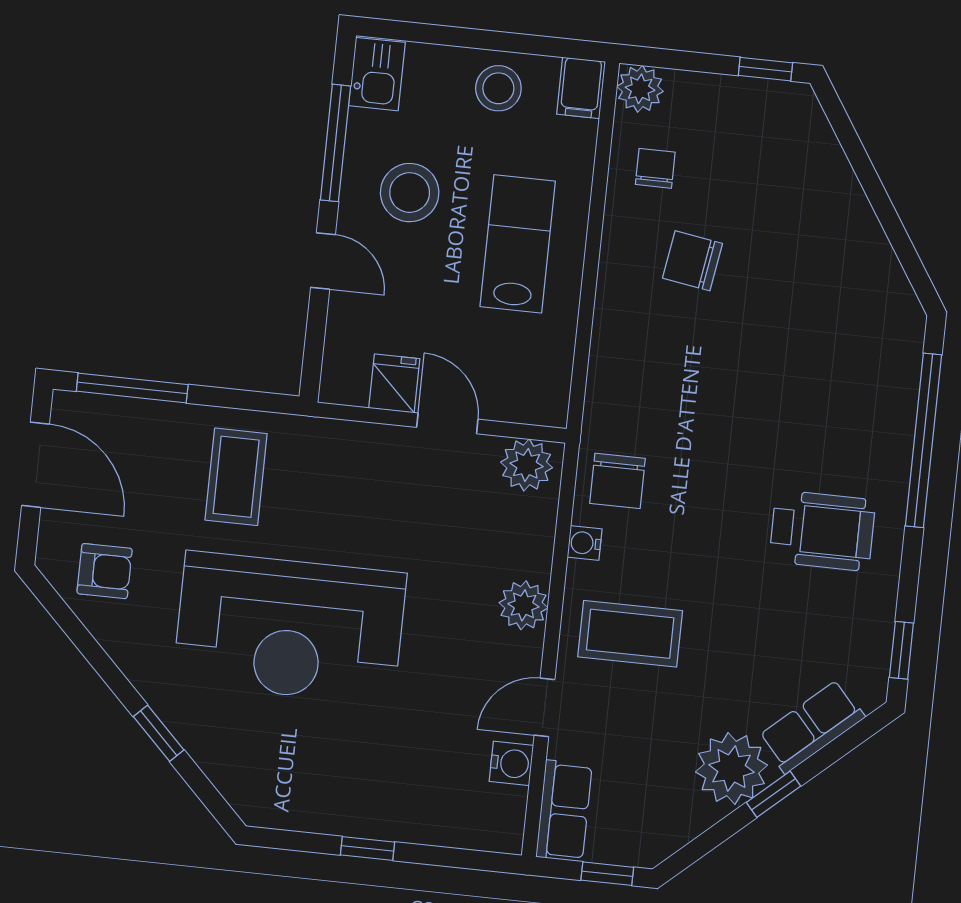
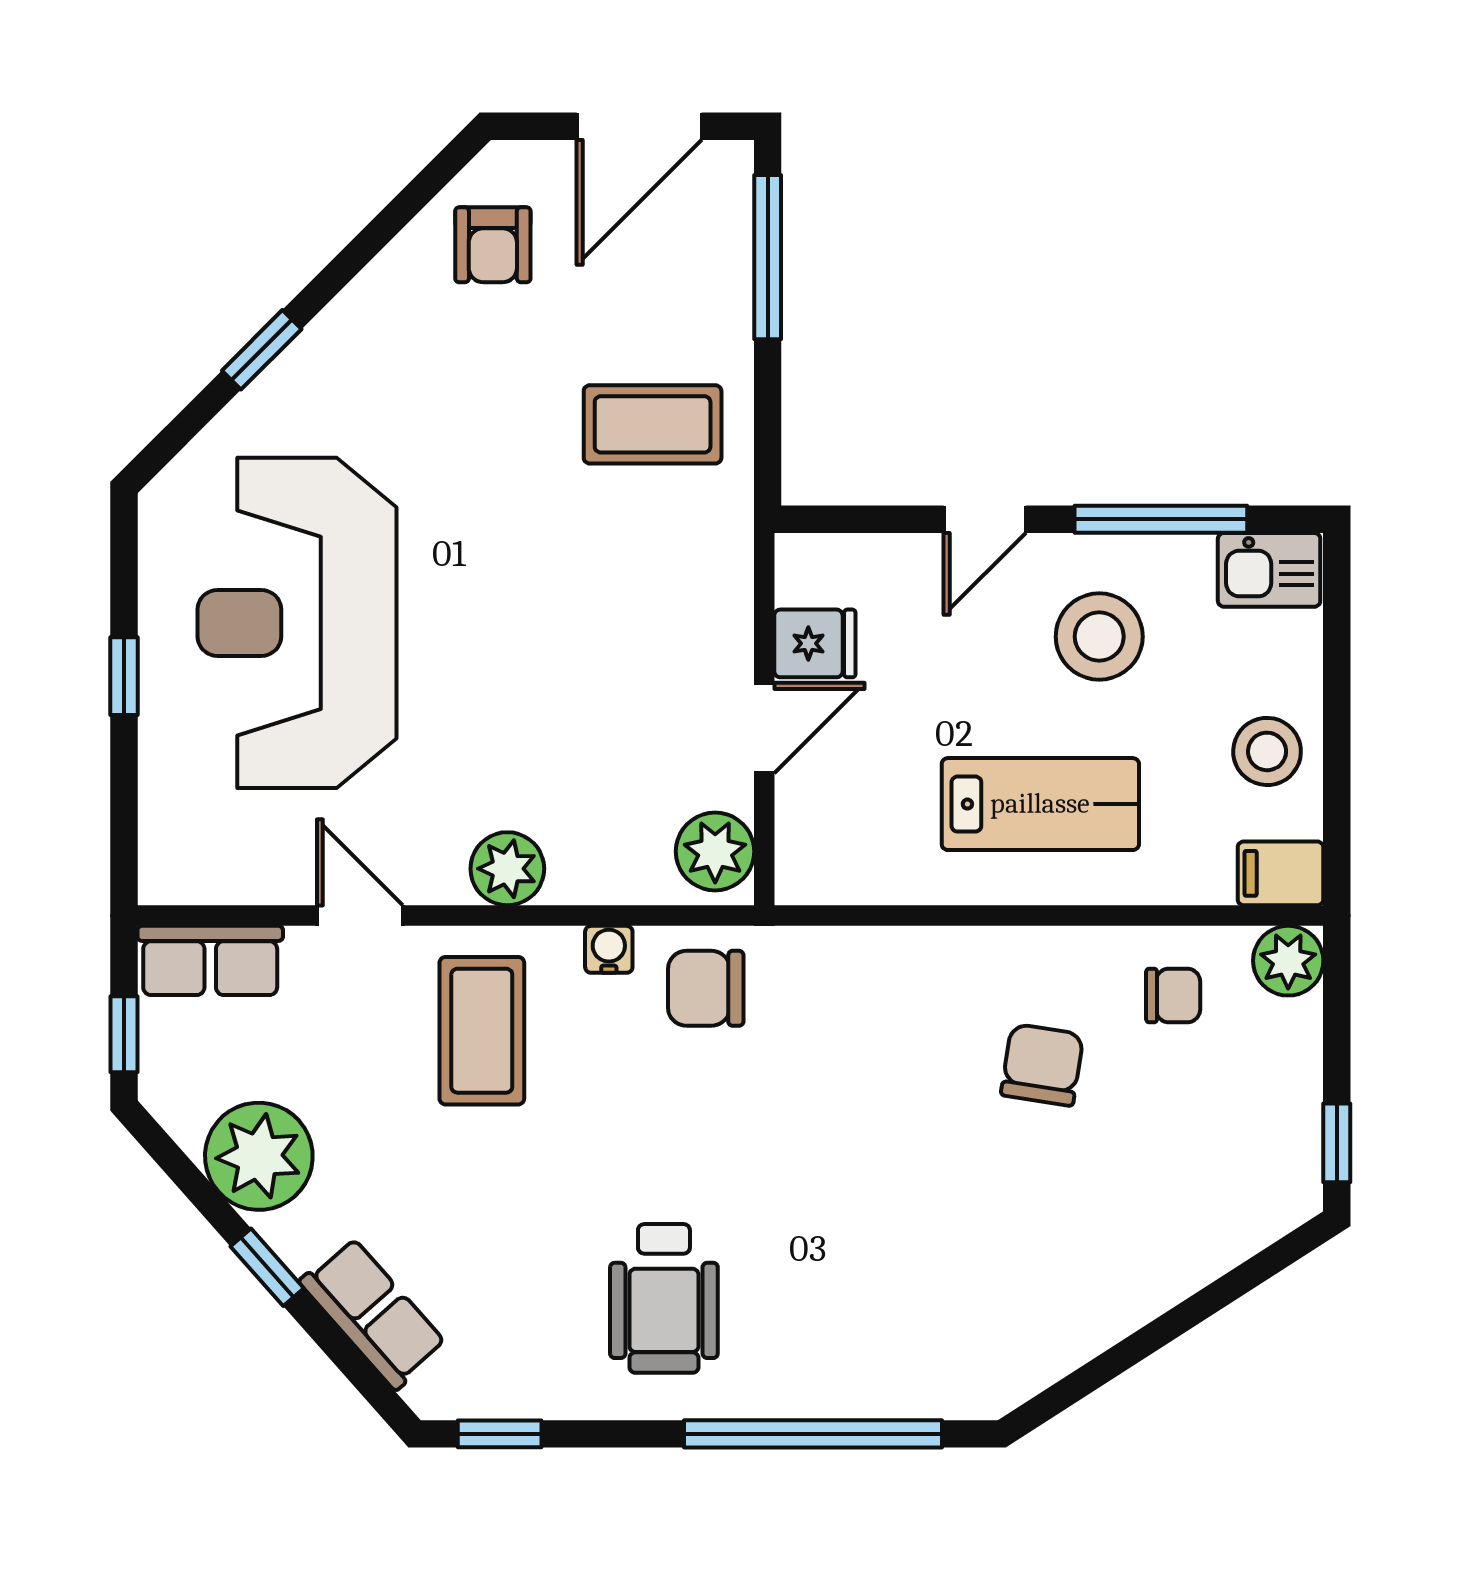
reception desk: (290, 628) -> (297, 623), moved
water cooler: (511, 763) -> (272, 875), removed
plant: (731, 768) -> (259, 1156), moved

